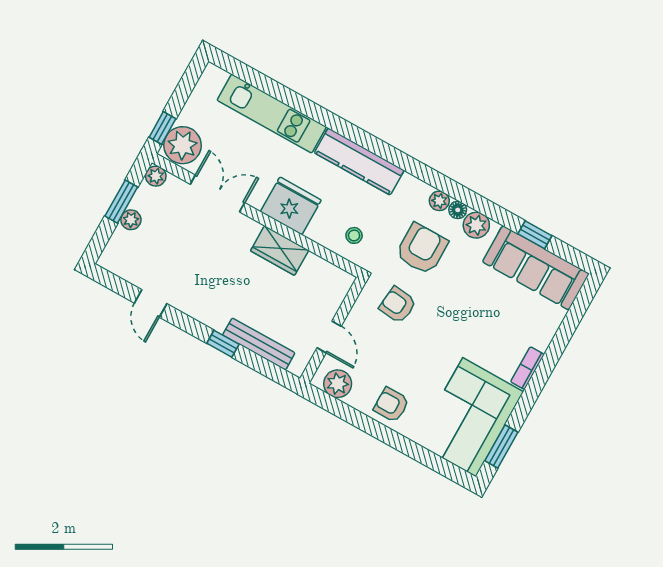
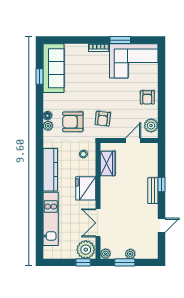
plant: (476, 225) -> (50, 104), removed
wardrobe: (280, 251) -> (108, 163), moved
bench: (259, 344) -> (153, 191), moved, width x0.73
window: (501, 446) -> (120, 40), moved

